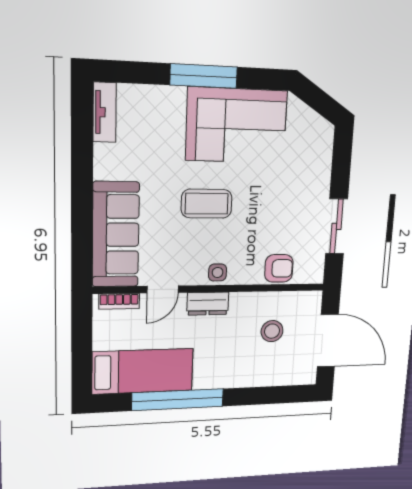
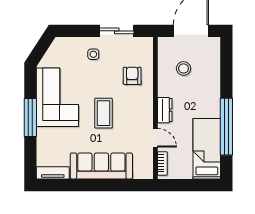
sofa: (116, 235) -> (101, 166), moved
armchair: (279, 268) -> (132, 76), moved
side table: (218, 272) -> (93, 54), moved

